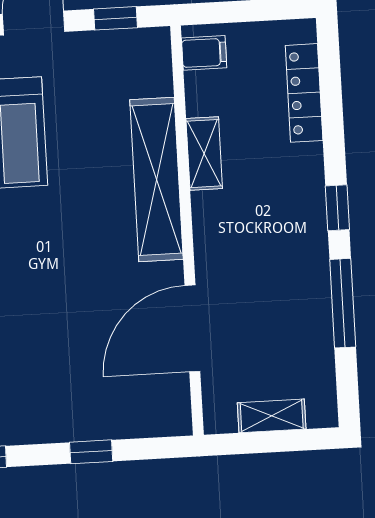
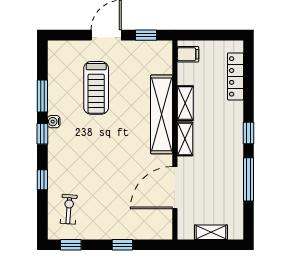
shelving: (208, 227) -> (185, 139), added

